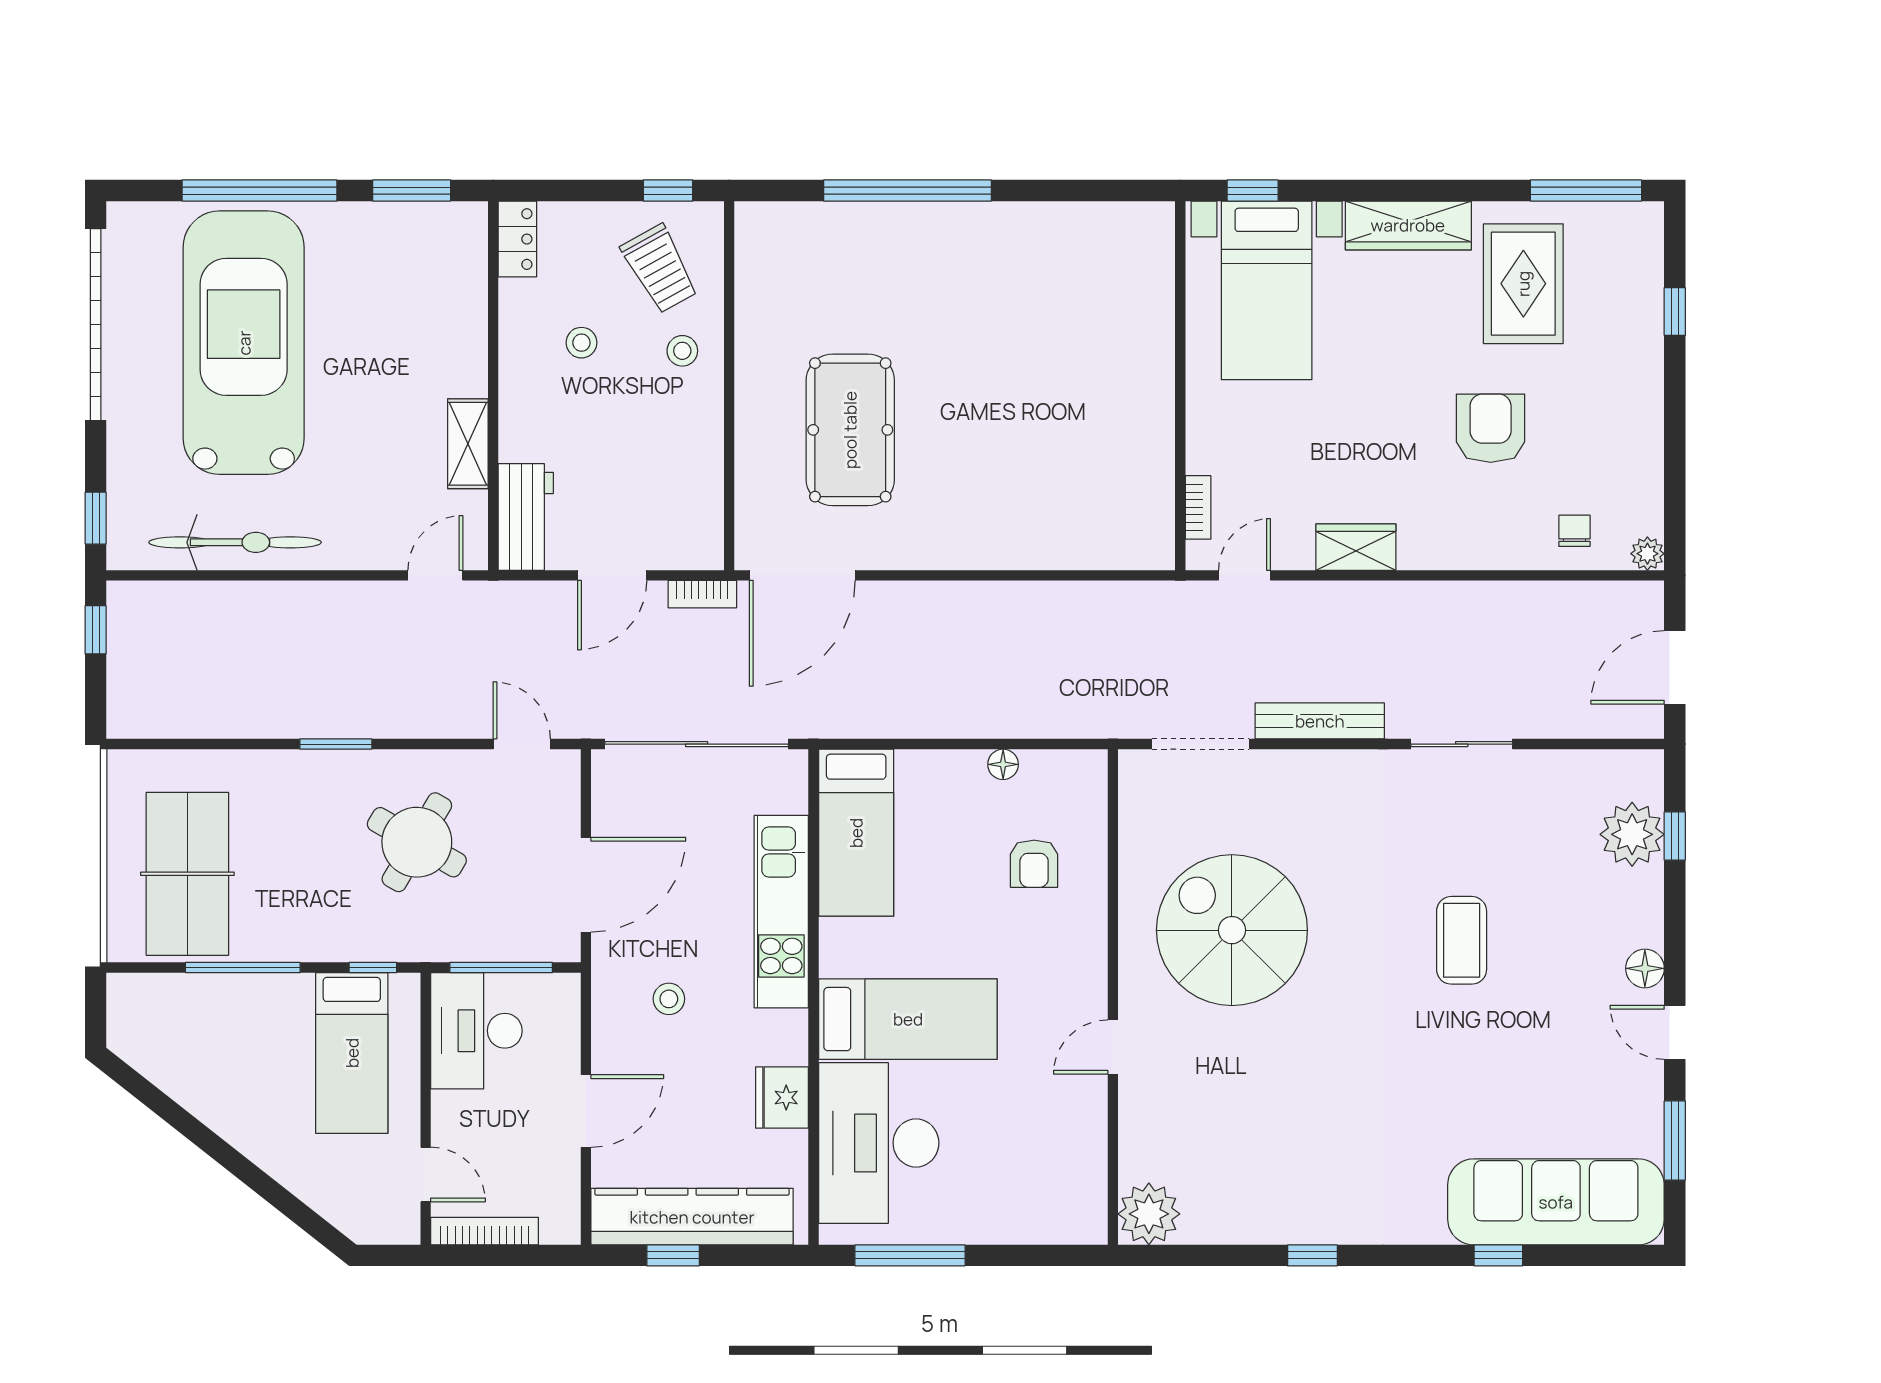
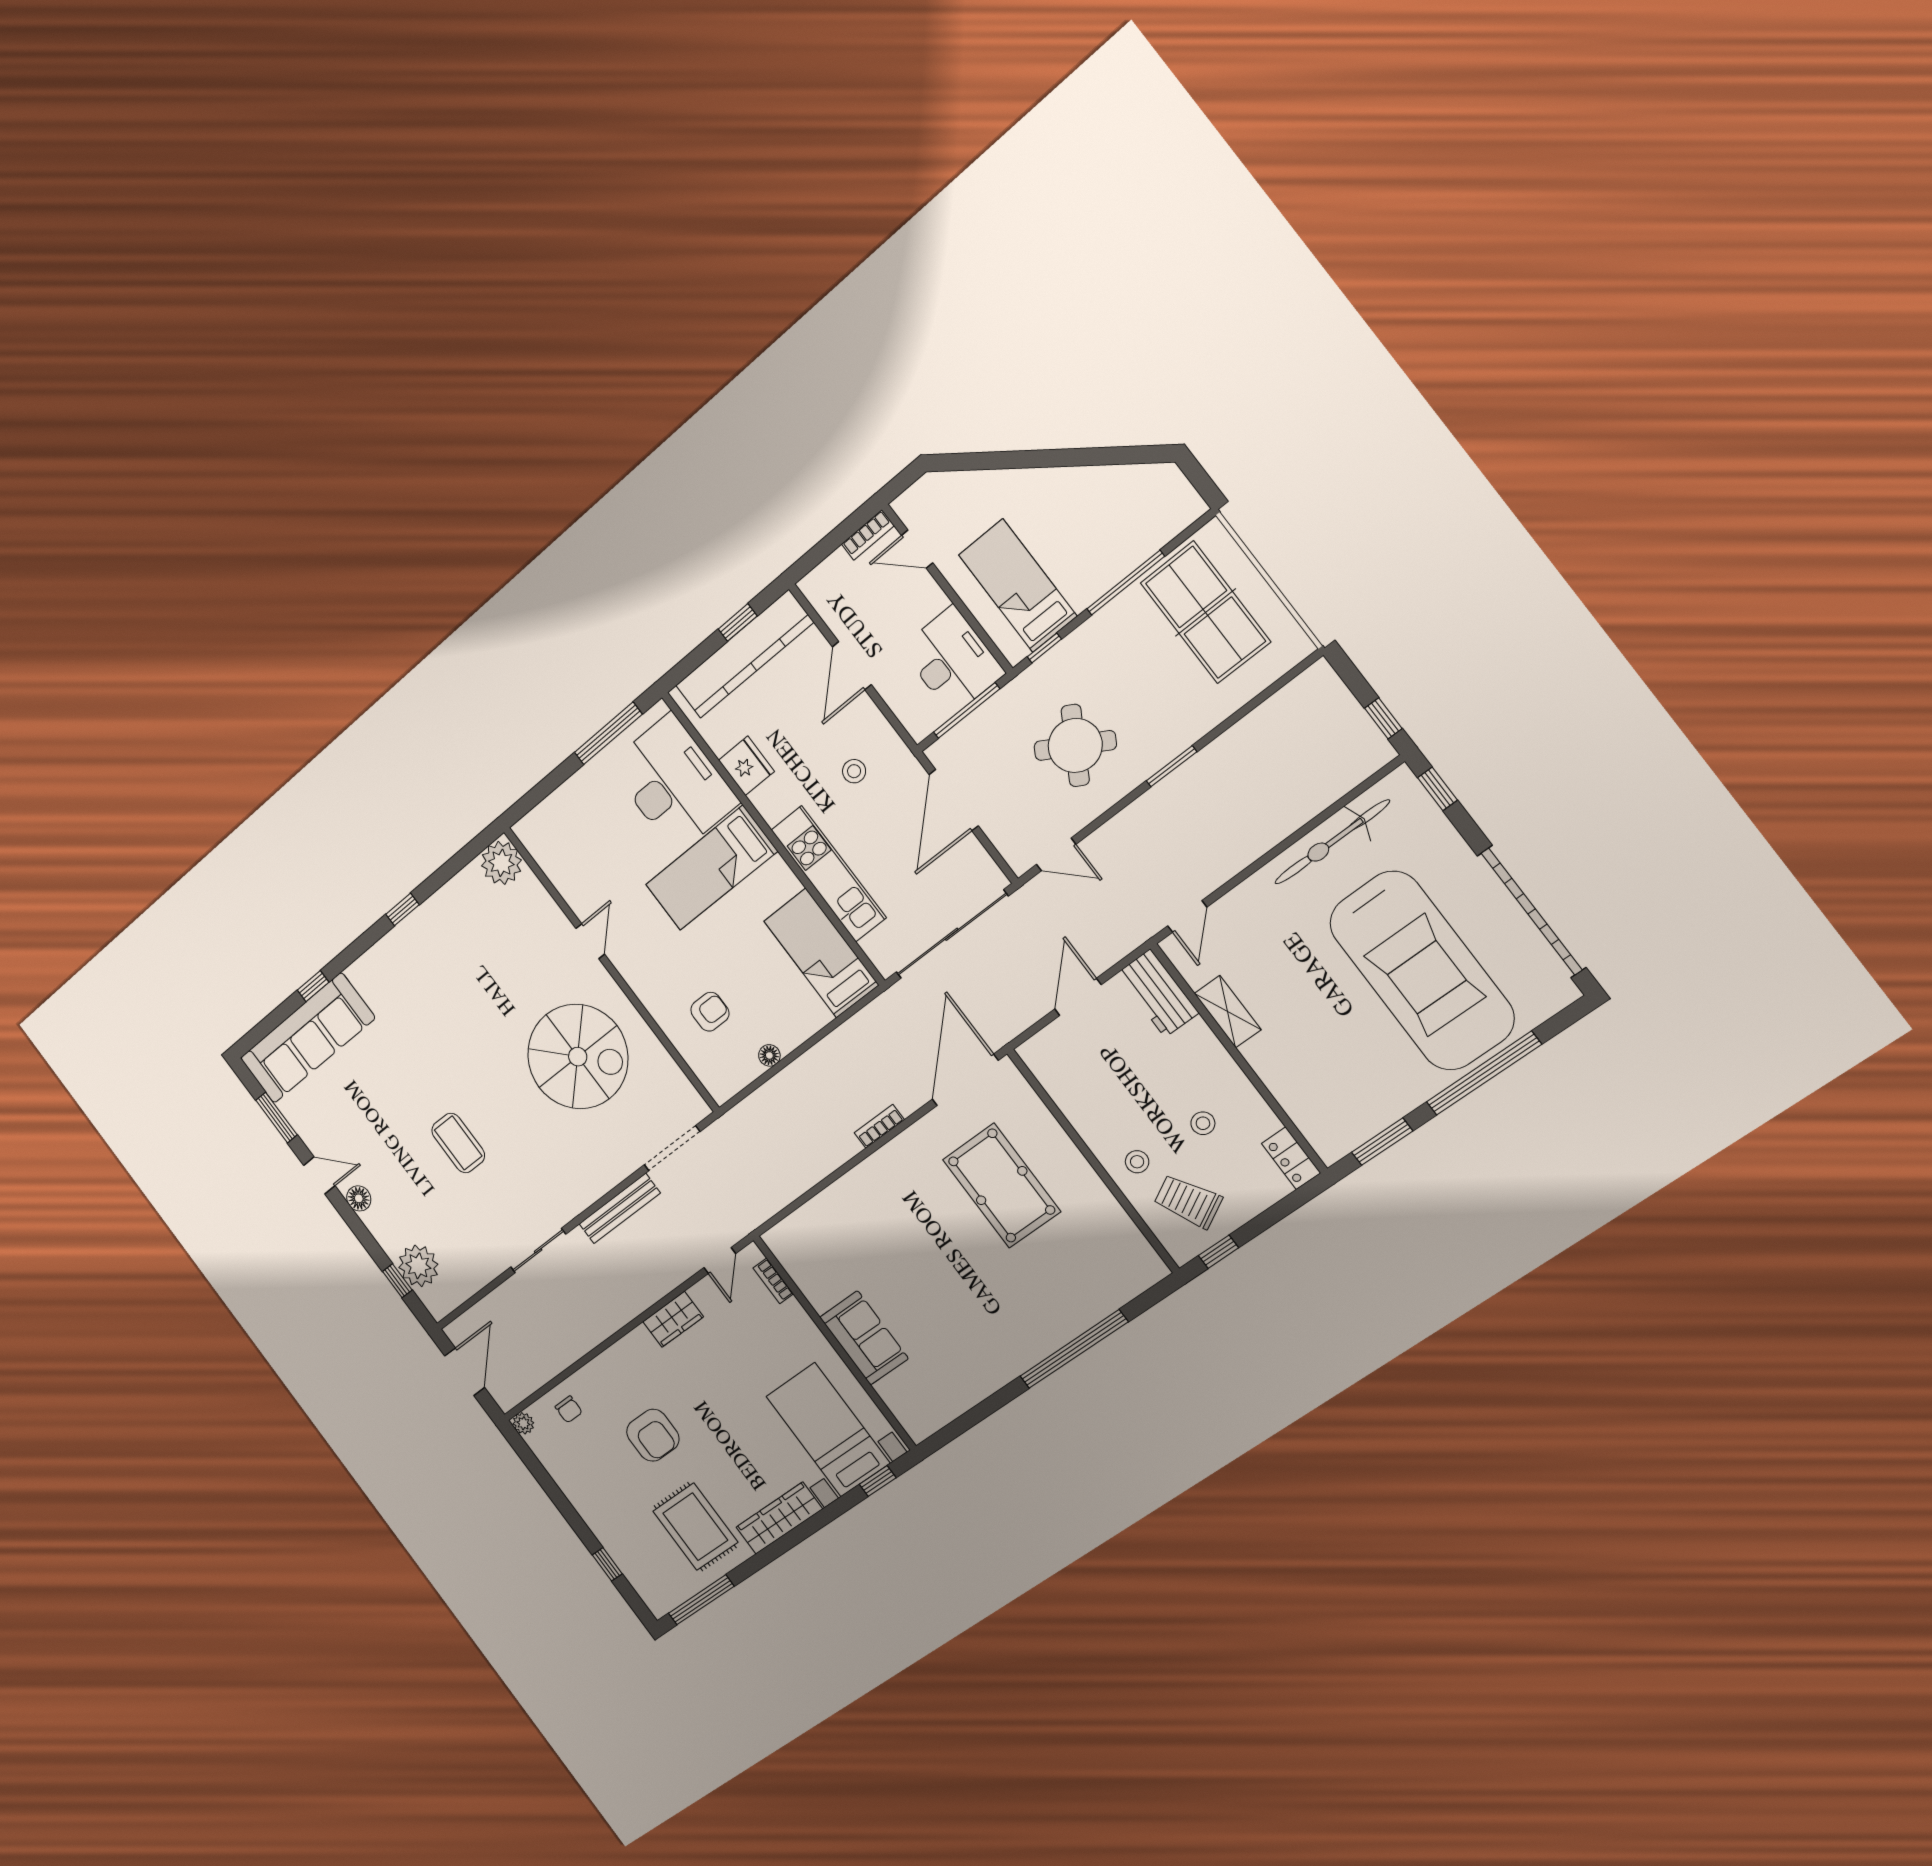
sofa: (1141, 368) -> (864, 1338), added
bookcase: (702, 594) -> (879, 1126), moved
armchair: (1034, 864) -> (710, 1012), turned 90
bookcase: (485, 1231) -> (868, 535), width x0.64

